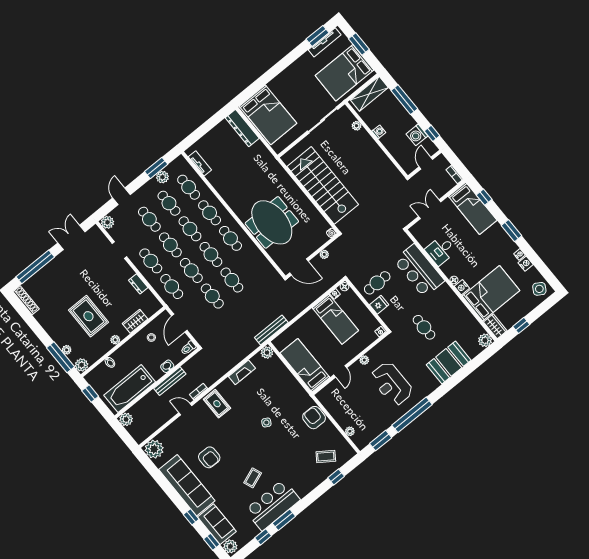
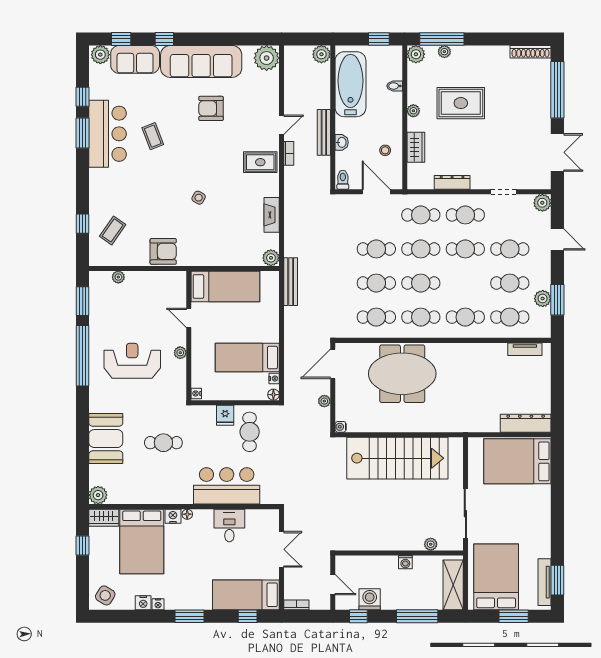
cafe table: (190, 229) -> (376, 317), moved
dresser: (138, 284) -> (452, 182), width x1.44

